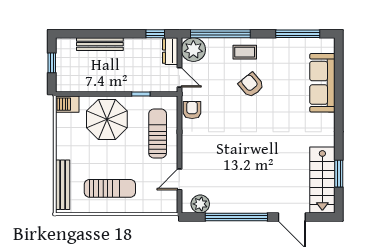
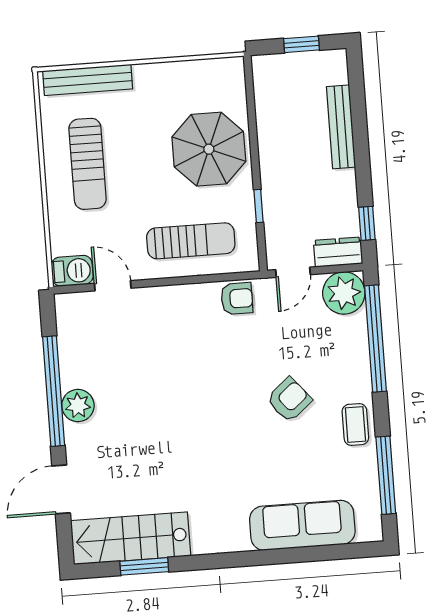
coffee table: (245, 52) -> (355, 424), moved
barbecue: (67, 104) -> (72, 271), moved, turned 90
plant: (200, 204) -> (78, 406), moved

